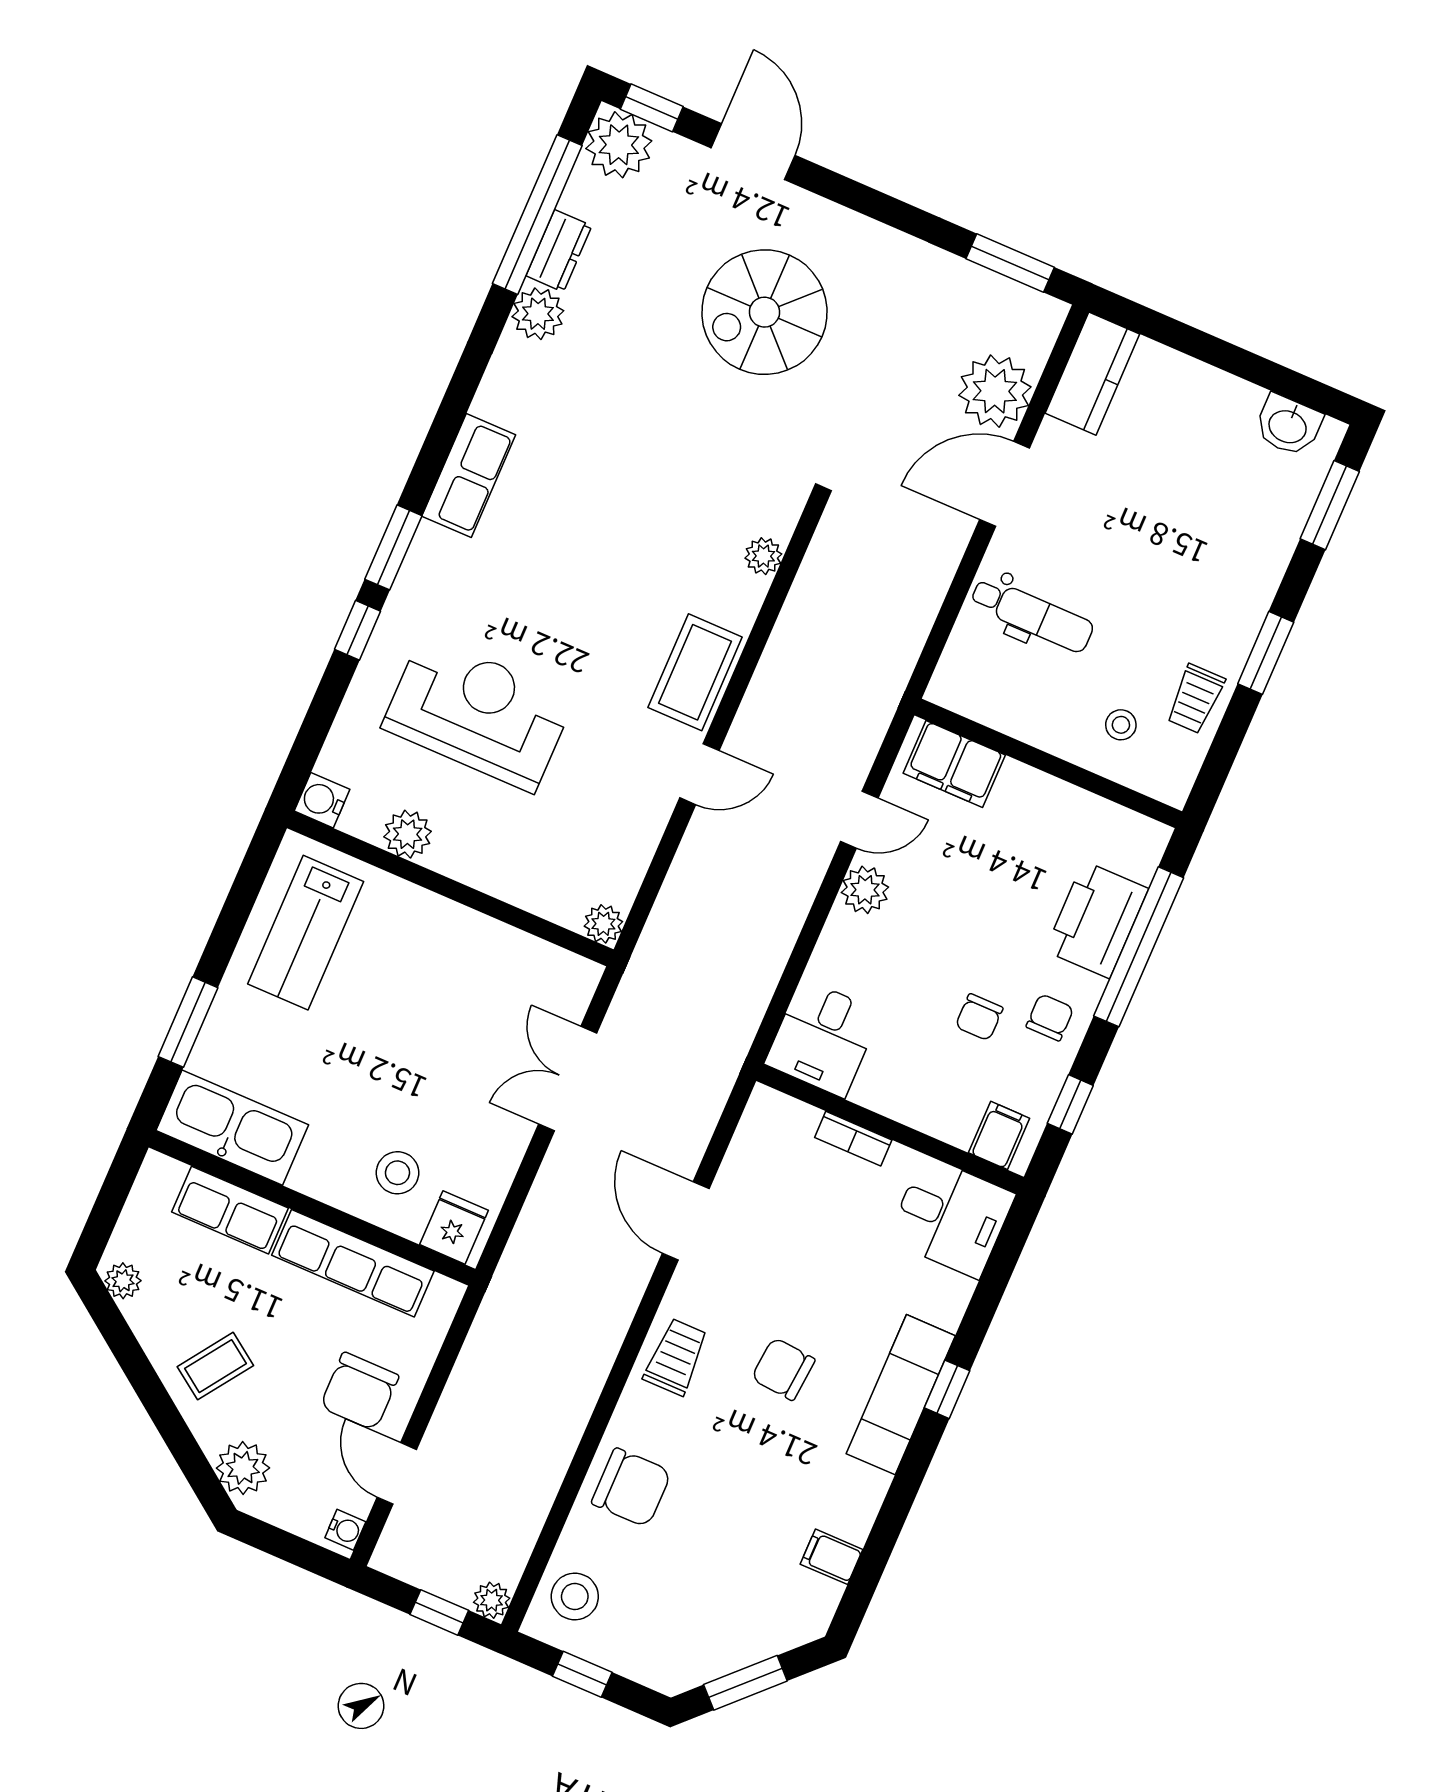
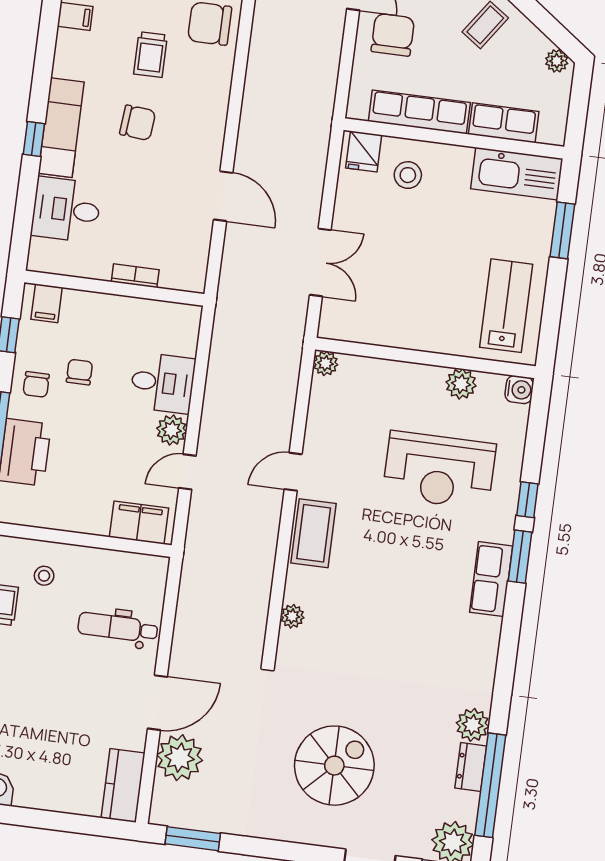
row of seats: (469, 476) -> (491, 579), moved
desk: (823, 1038) -> (163, 383), moved, turned 90
desk: (951, 1217) -> (66, 210), moved
trolley: (676, 1357) -> (151, 55), moved

